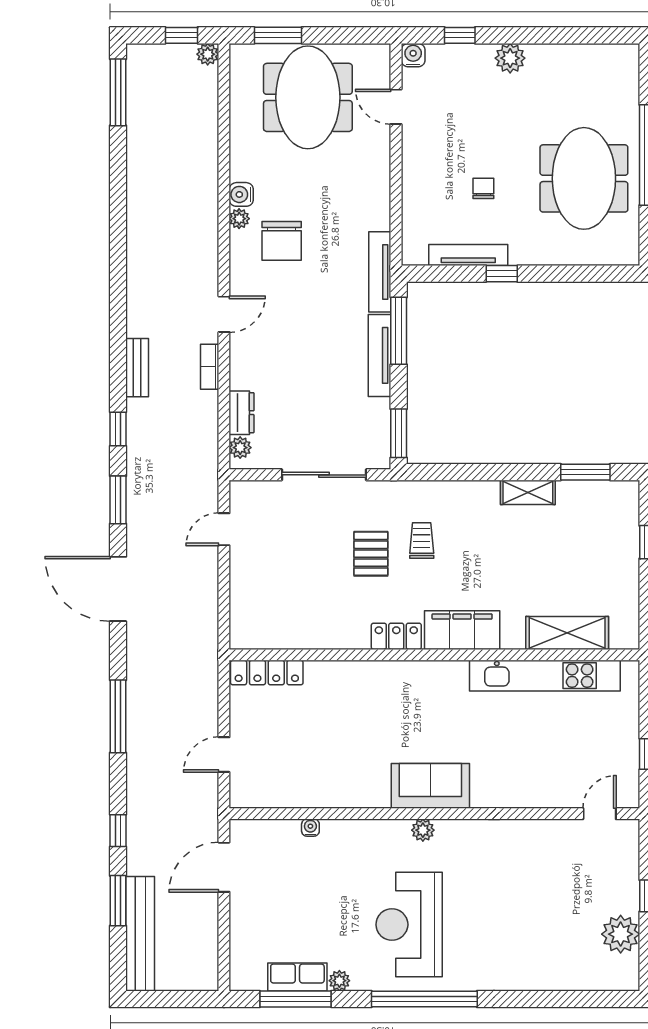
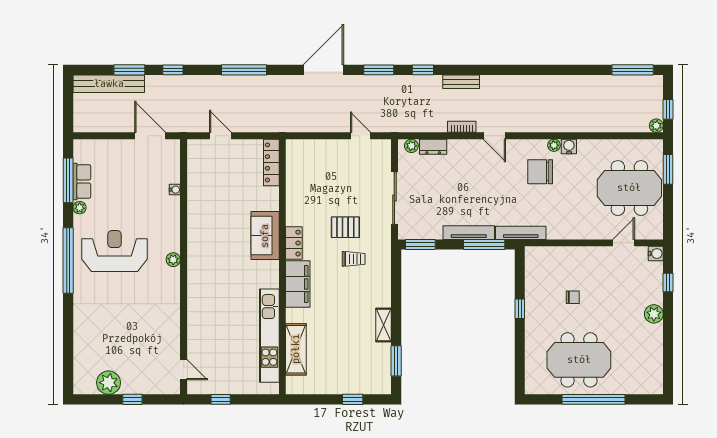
tv unit: (468, 255) -> (531, 288), removed
sofa: (430, 786) -> (265, 236), moved, turned 180

